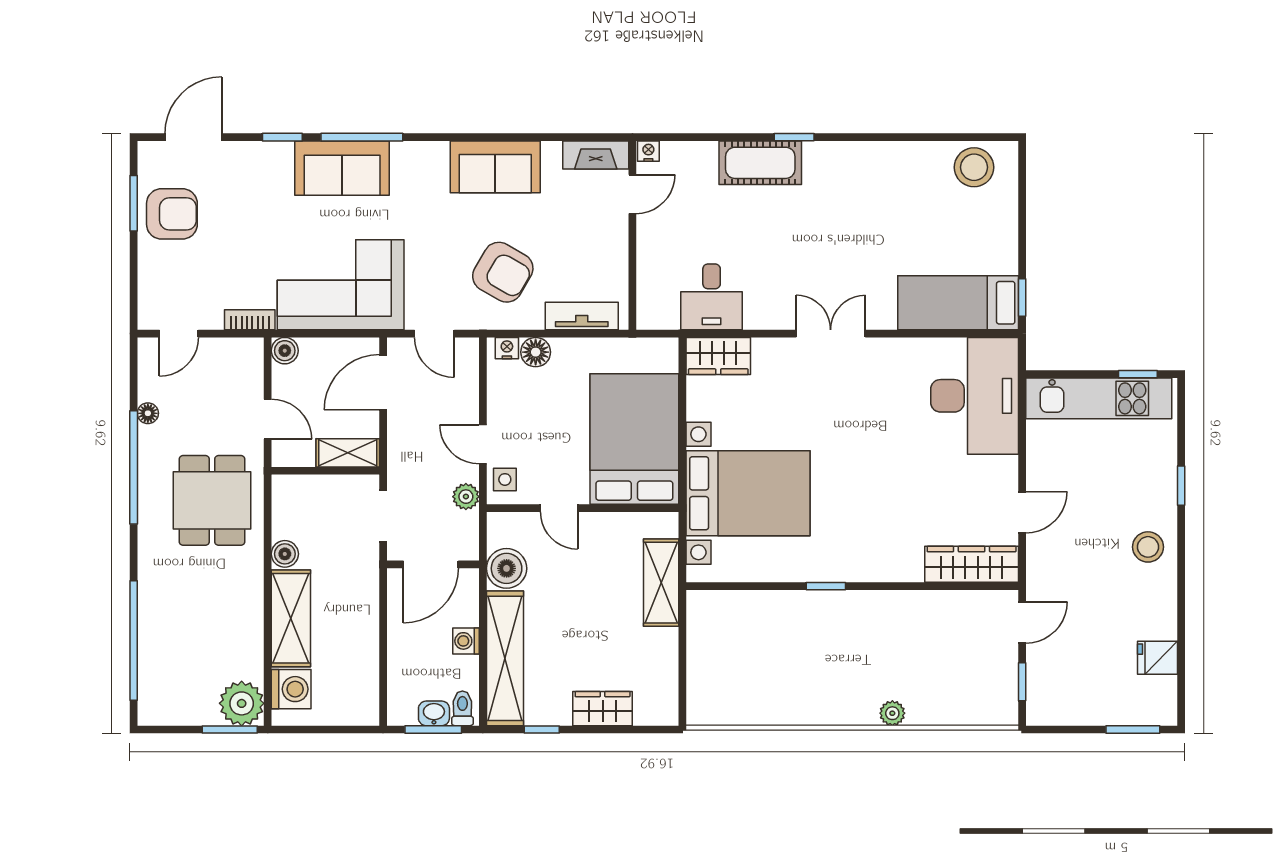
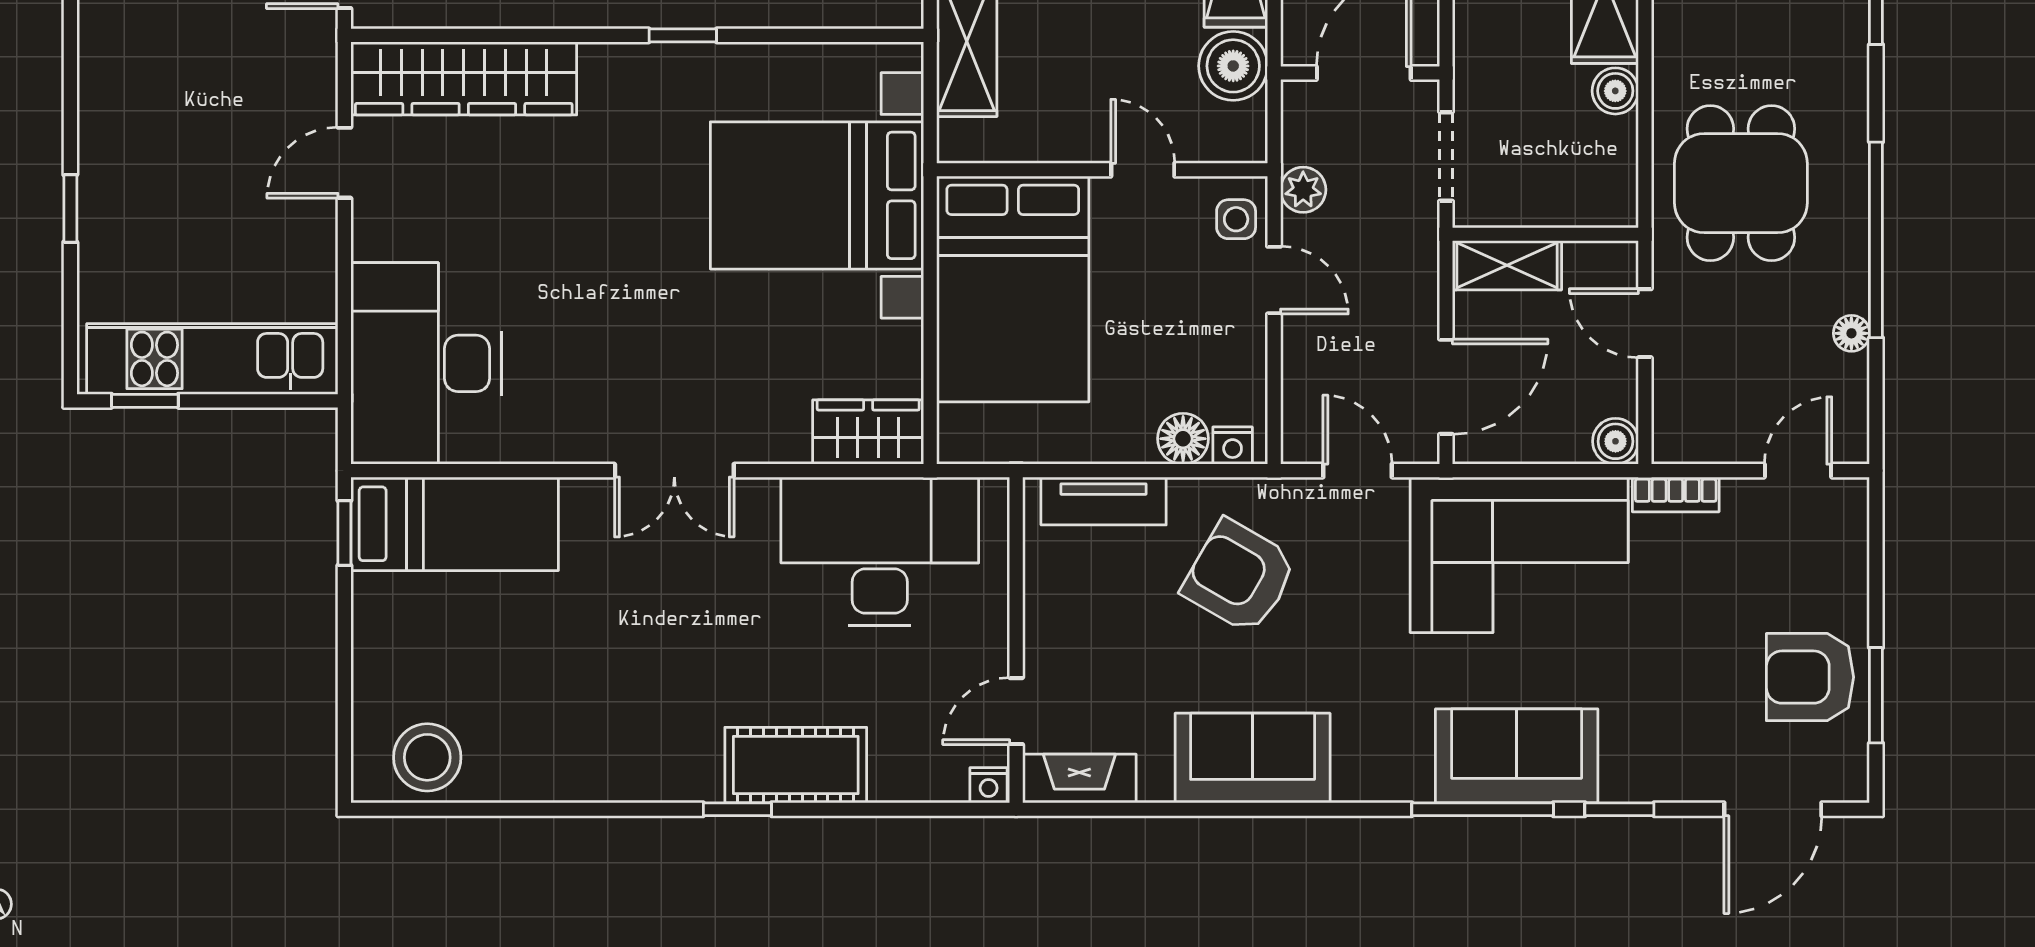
desk: (712, 297) -> (880, 551), width x1.87, depth x1.30
stool: (1148, 547) -> (127, 103), removed
wardrobe: (972, 564) -> (464, 78), width x1.40, depth x1.17

